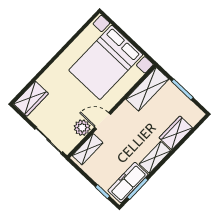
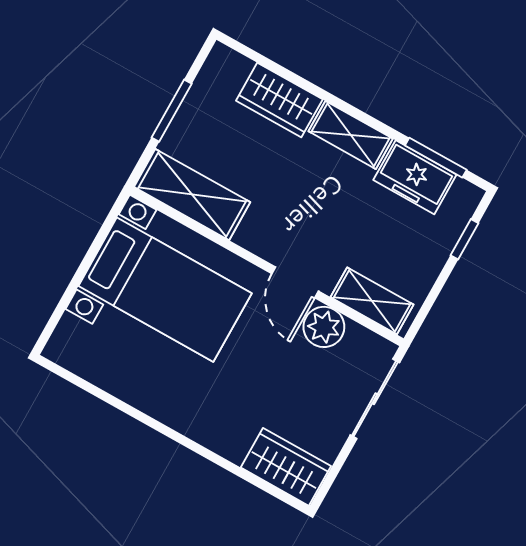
bed with nightstands: (106, 62) -> (165, 290), width x0.73
freezer: (128, 183) -> (415, 177), width x0.71

